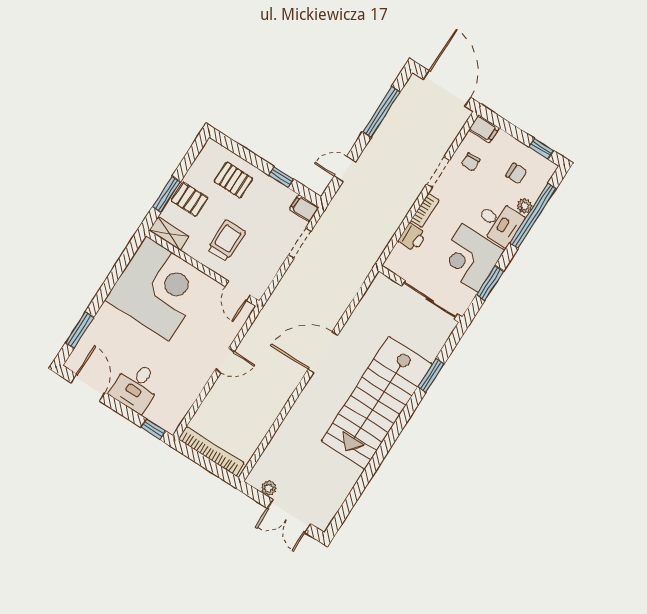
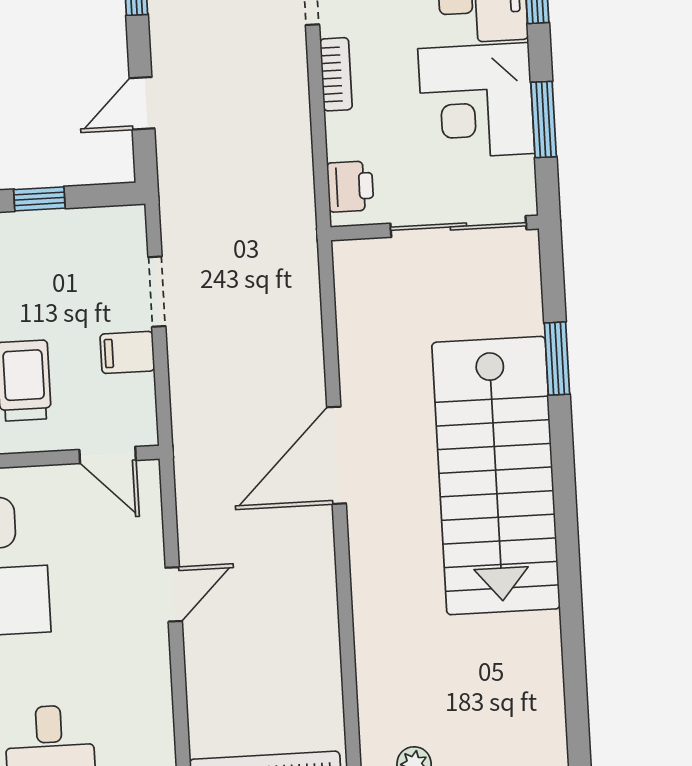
filing cabinet: (304, 208) -> (127, 352), moved
printer: (412, 237) -> (350, 186), moved

